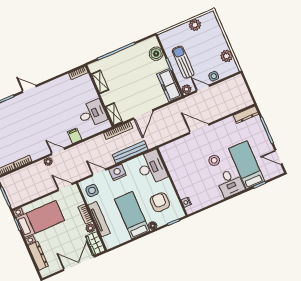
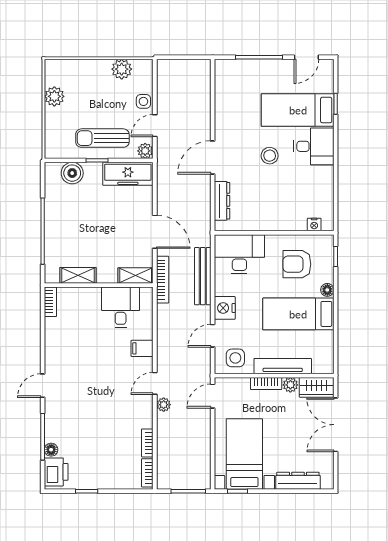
dresser: (246, 115) -> (222, 201), moved

